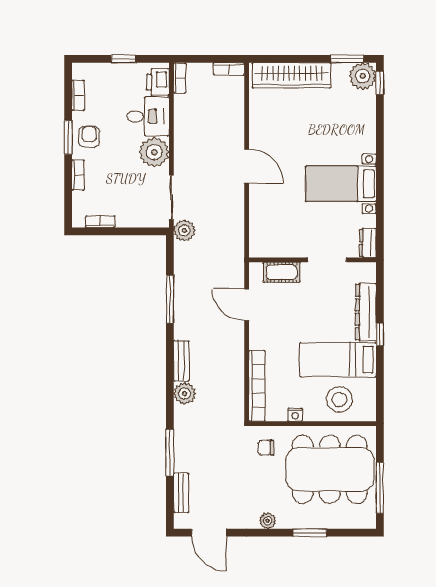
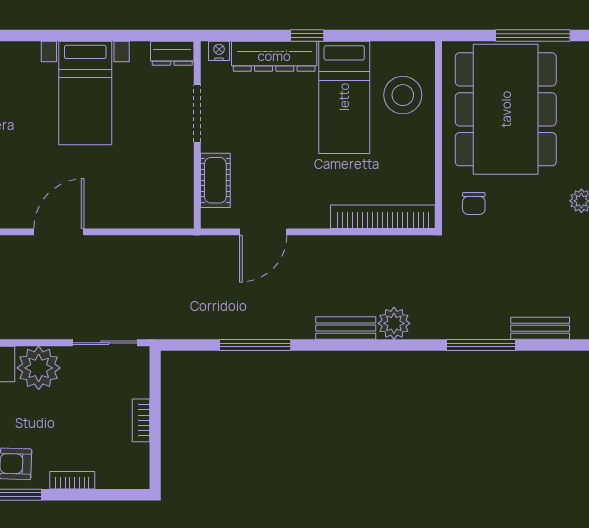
bookcase: (100, 222) -> (141, 420), moved
plant: (184, 230) -> (154, 324), removed
nightstand: (295, 415) -> (219, 51), moved, turned -90

